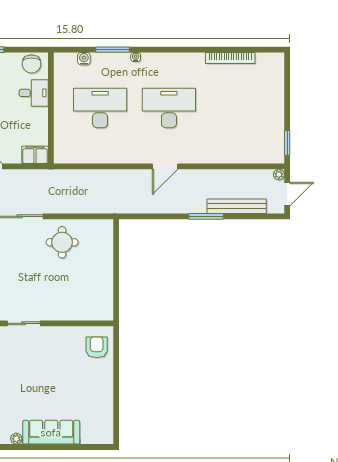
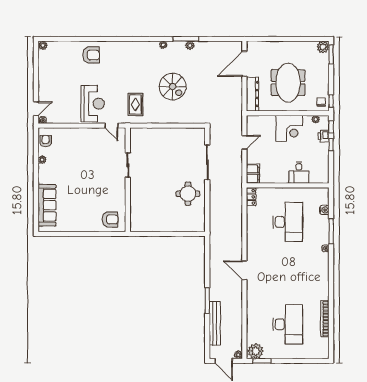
chair: (32, 64) -> (320, 171), removed
desk: (169, 108) -> (288, 324), moved
plant: (274, 151) -> (256, 351), added
locker: (66, 157) -> (251, 197), added
sofa: (51, 432) -> (47, 205), moved

